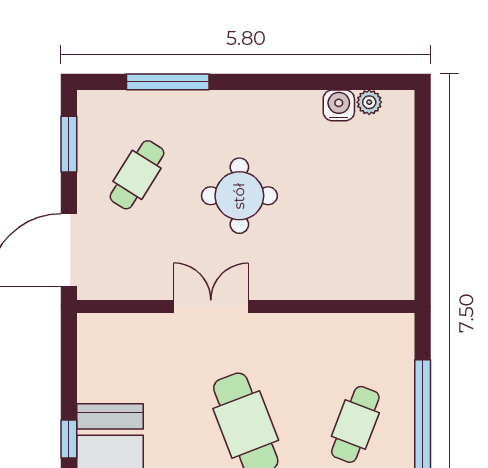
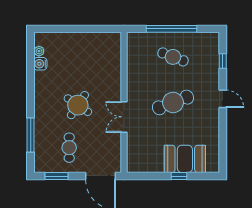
cafe table: (137, 175) -> (69, 148), turned 58
round table: (239, 196) -> (78, 105), turned 34

